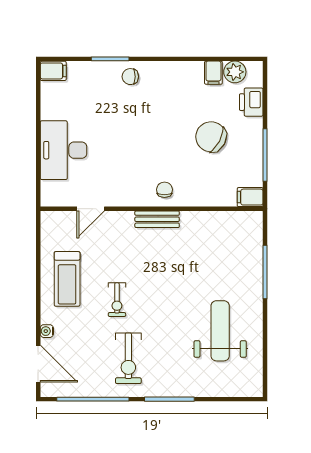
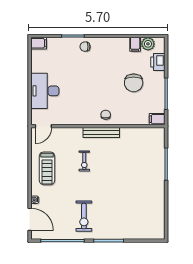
chair: (211, 137) -> (134, 83), turned -118
door: (91, 209) -> (43, 126), moved
bench: (157, 219) -> (101, 132), width x1.36
exercise bike: (117, 300) -> (84, 161), moved
weight bench: (220, 331) -> (139, 200), removed

